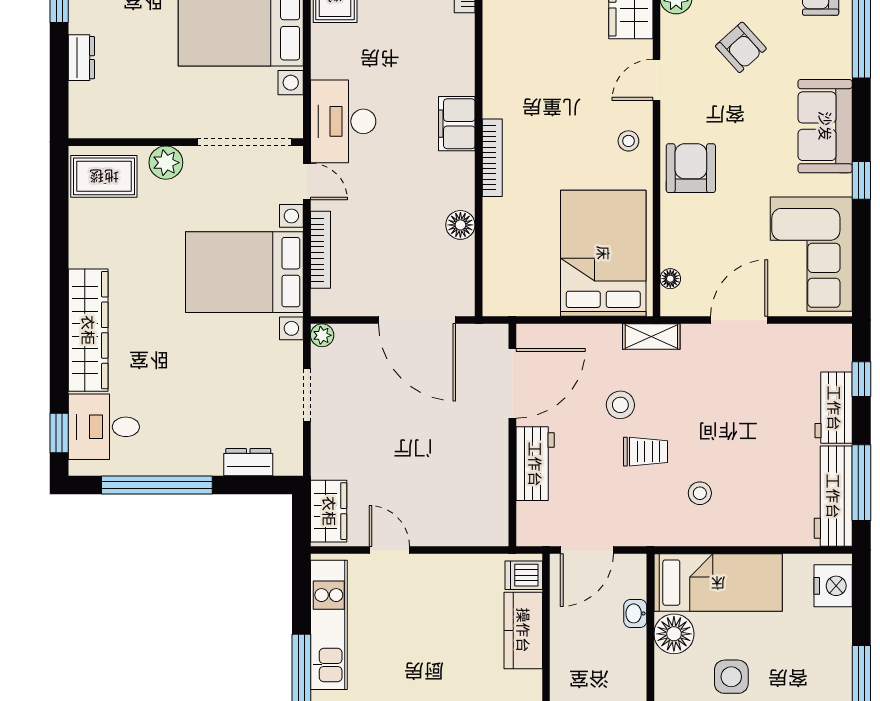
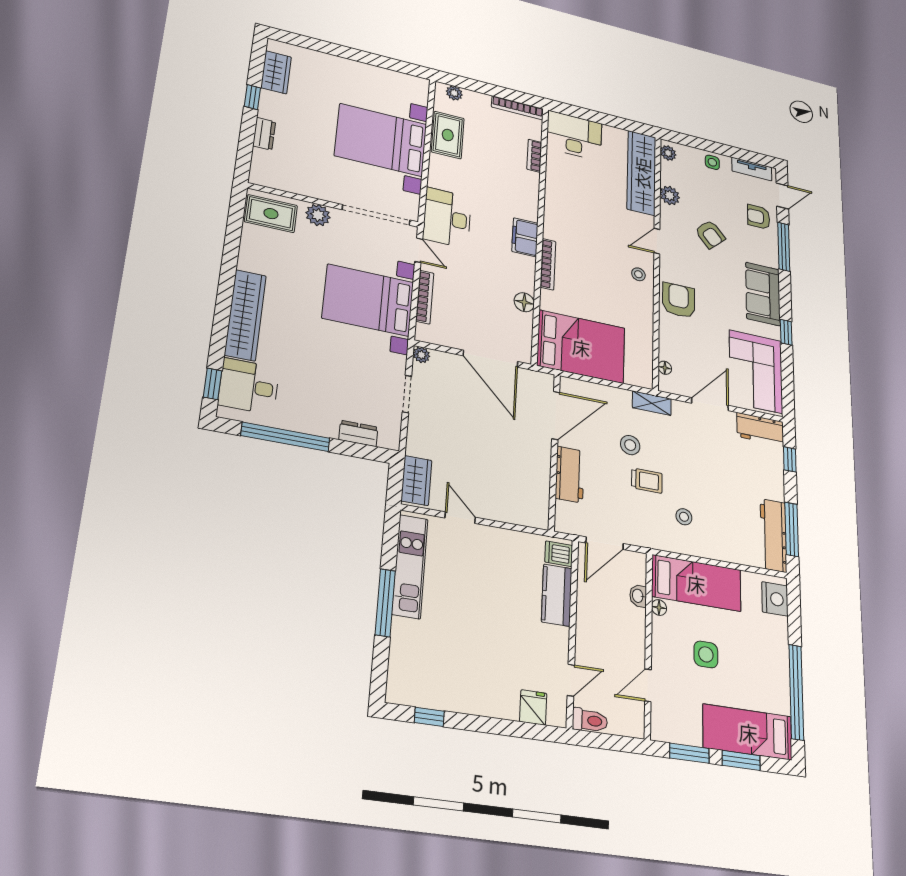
bed: (603, 253) -> (581, 347), moved, turned 90
workbench: (834, 408) -> (760, 429), moved, turned -90
floor lamp: (674, 634) -> (659, 608), width x0.53, depth x0.53

